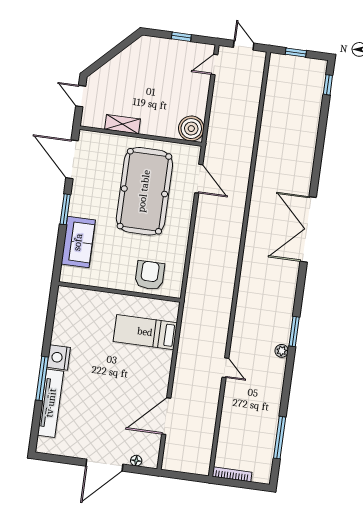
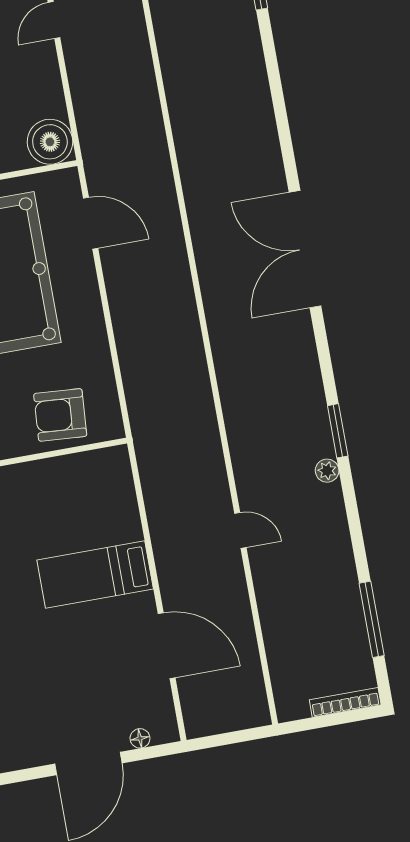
armchair: (150, 275) -> (60, 415), turned -86
bed: (145, 332) -> (95, 575), moved
door: (166, 416) -> (167, 646), swing flipped
bookcase: (232, 474) -> (345, 702), moved

